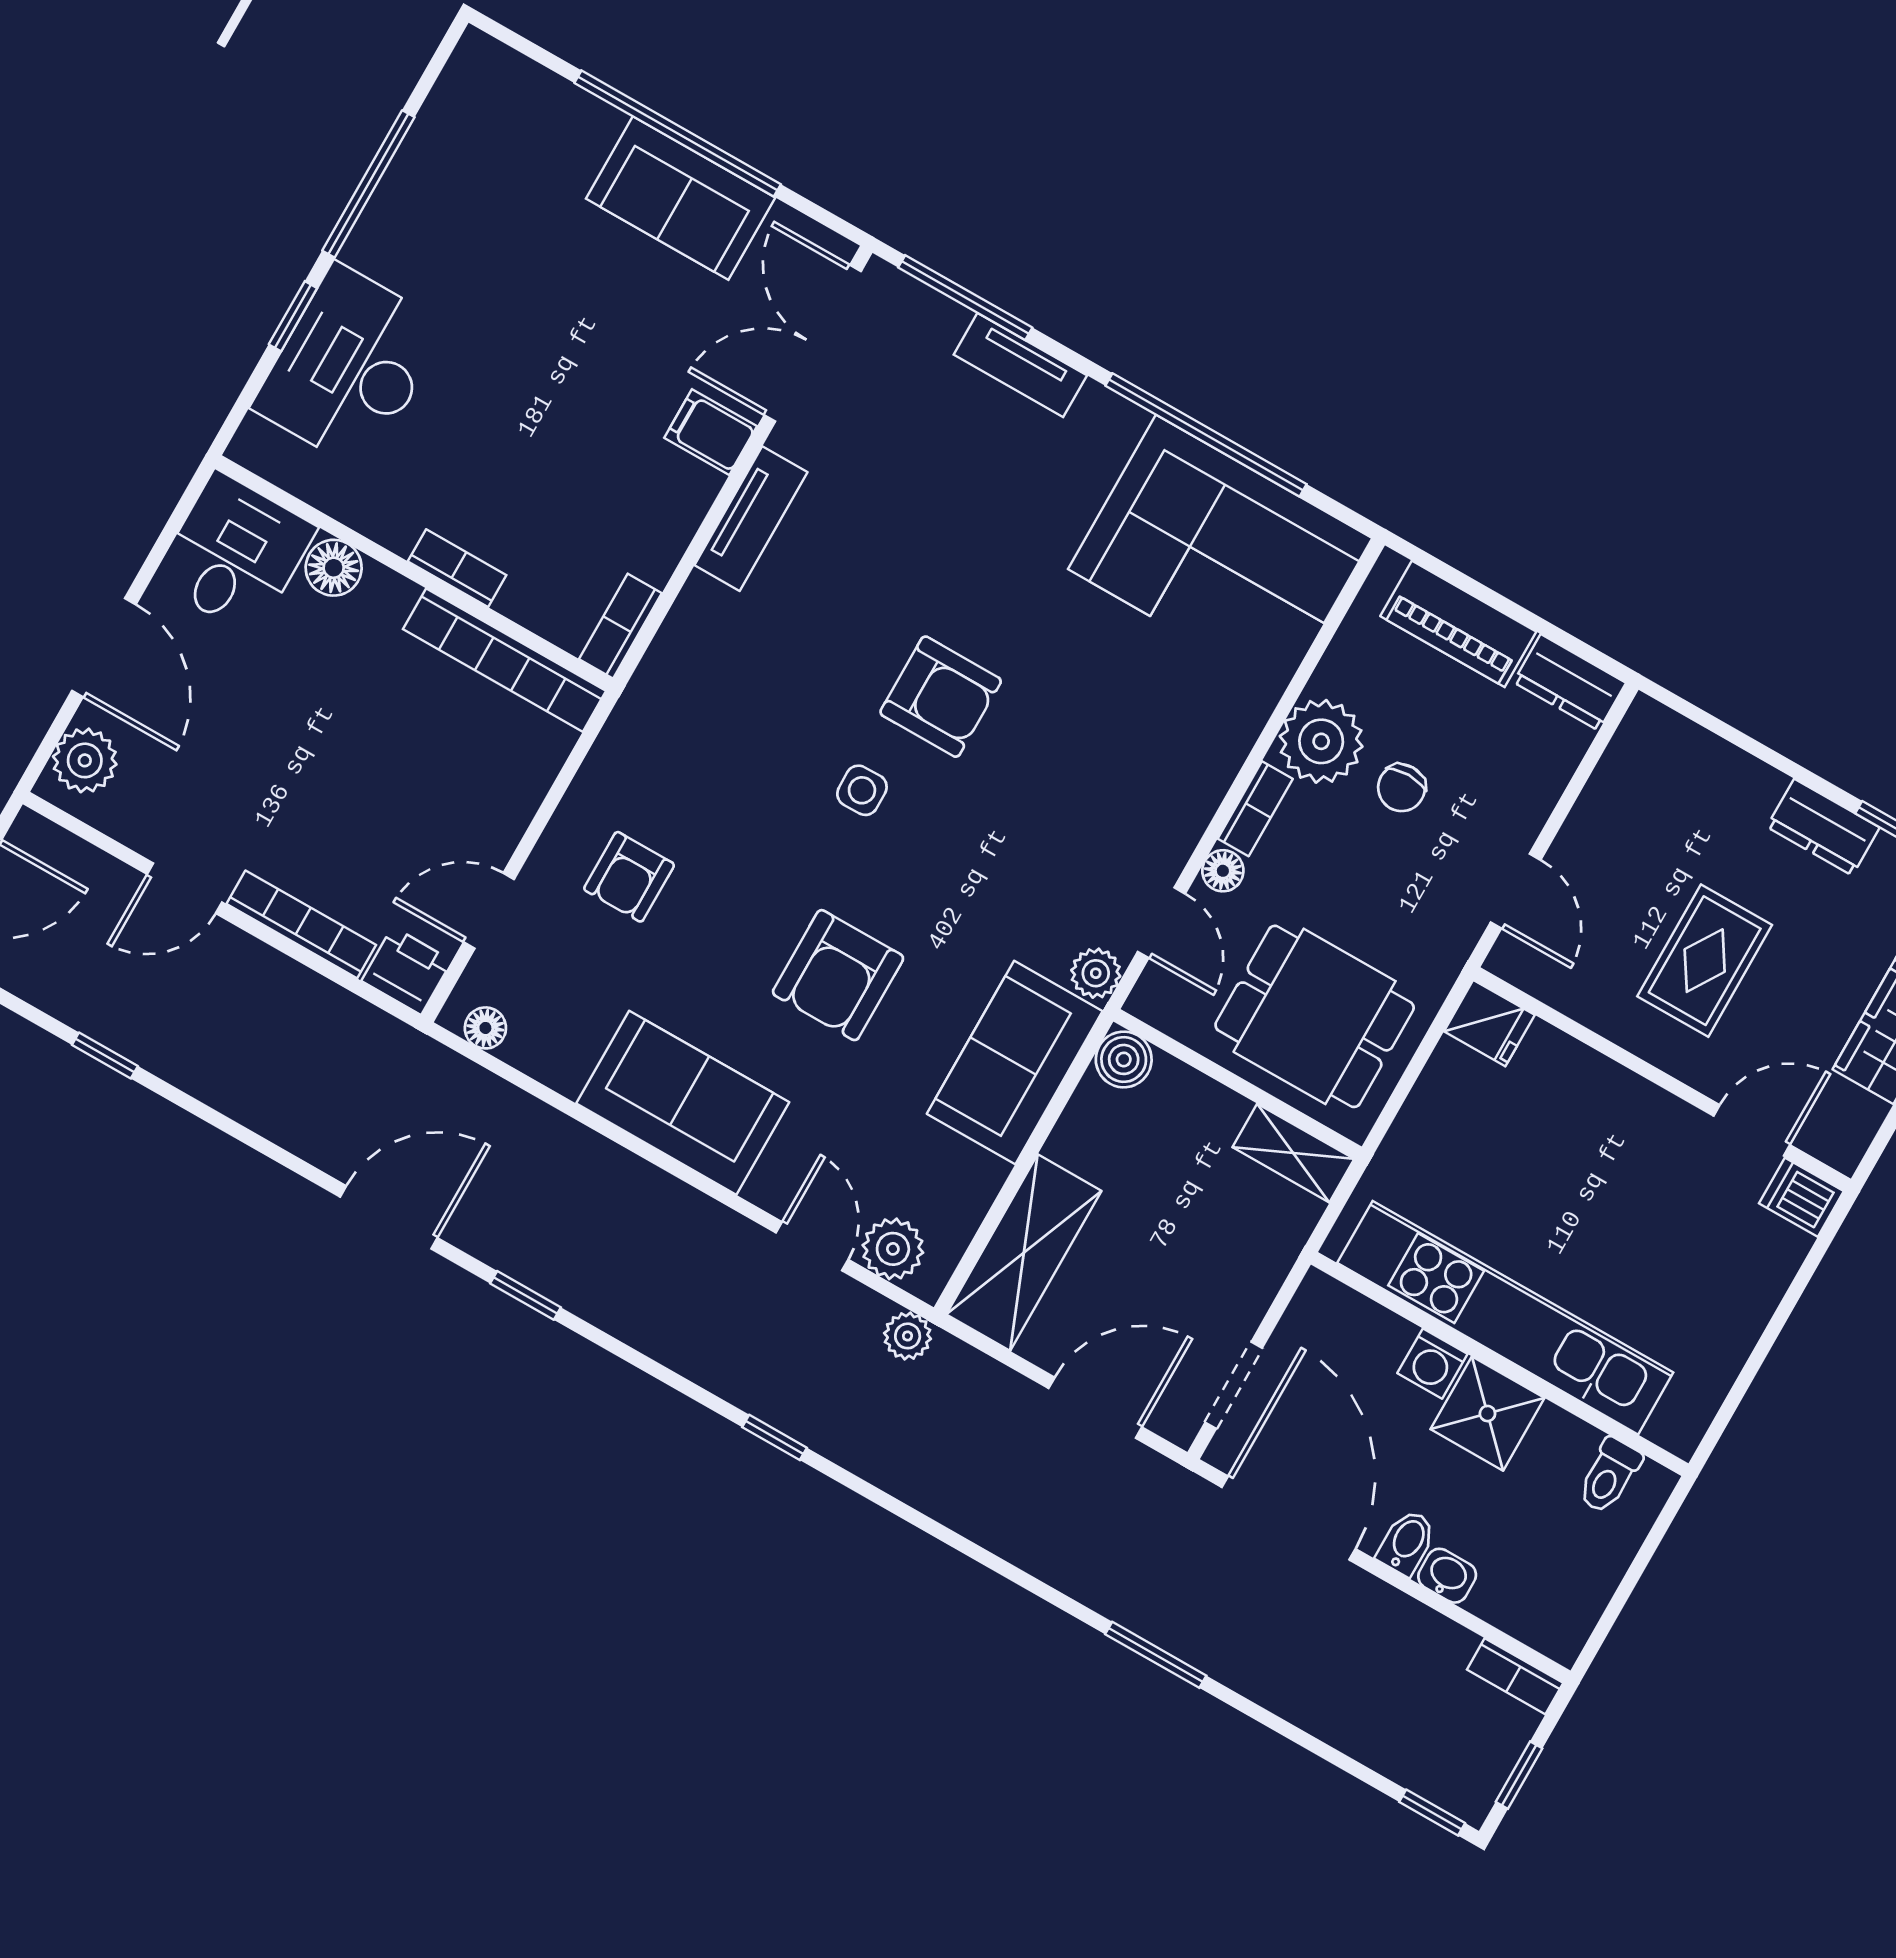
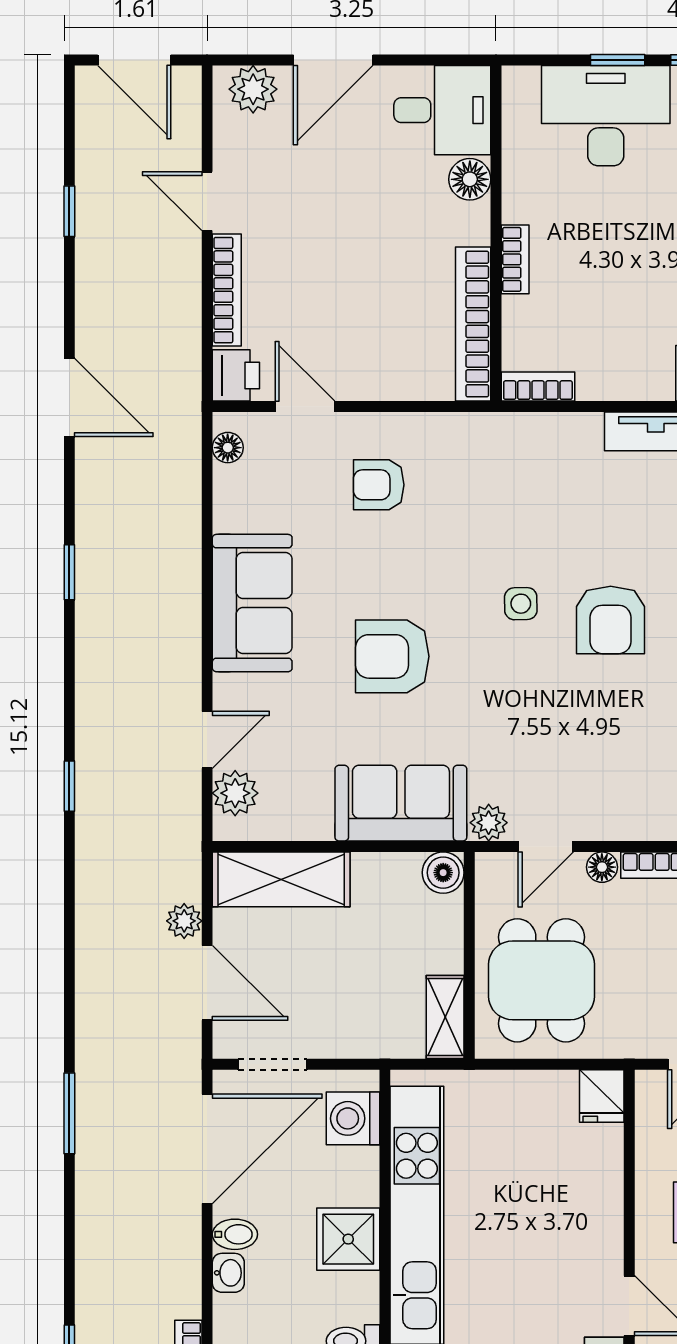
door: (389, 1217) -> (69, 397), moved
plant: (908, 1336) -> (184, 921), moved
washing machine: (1432, 1364) -> (353, 1118), moved, width x1.38, depth x1.38

